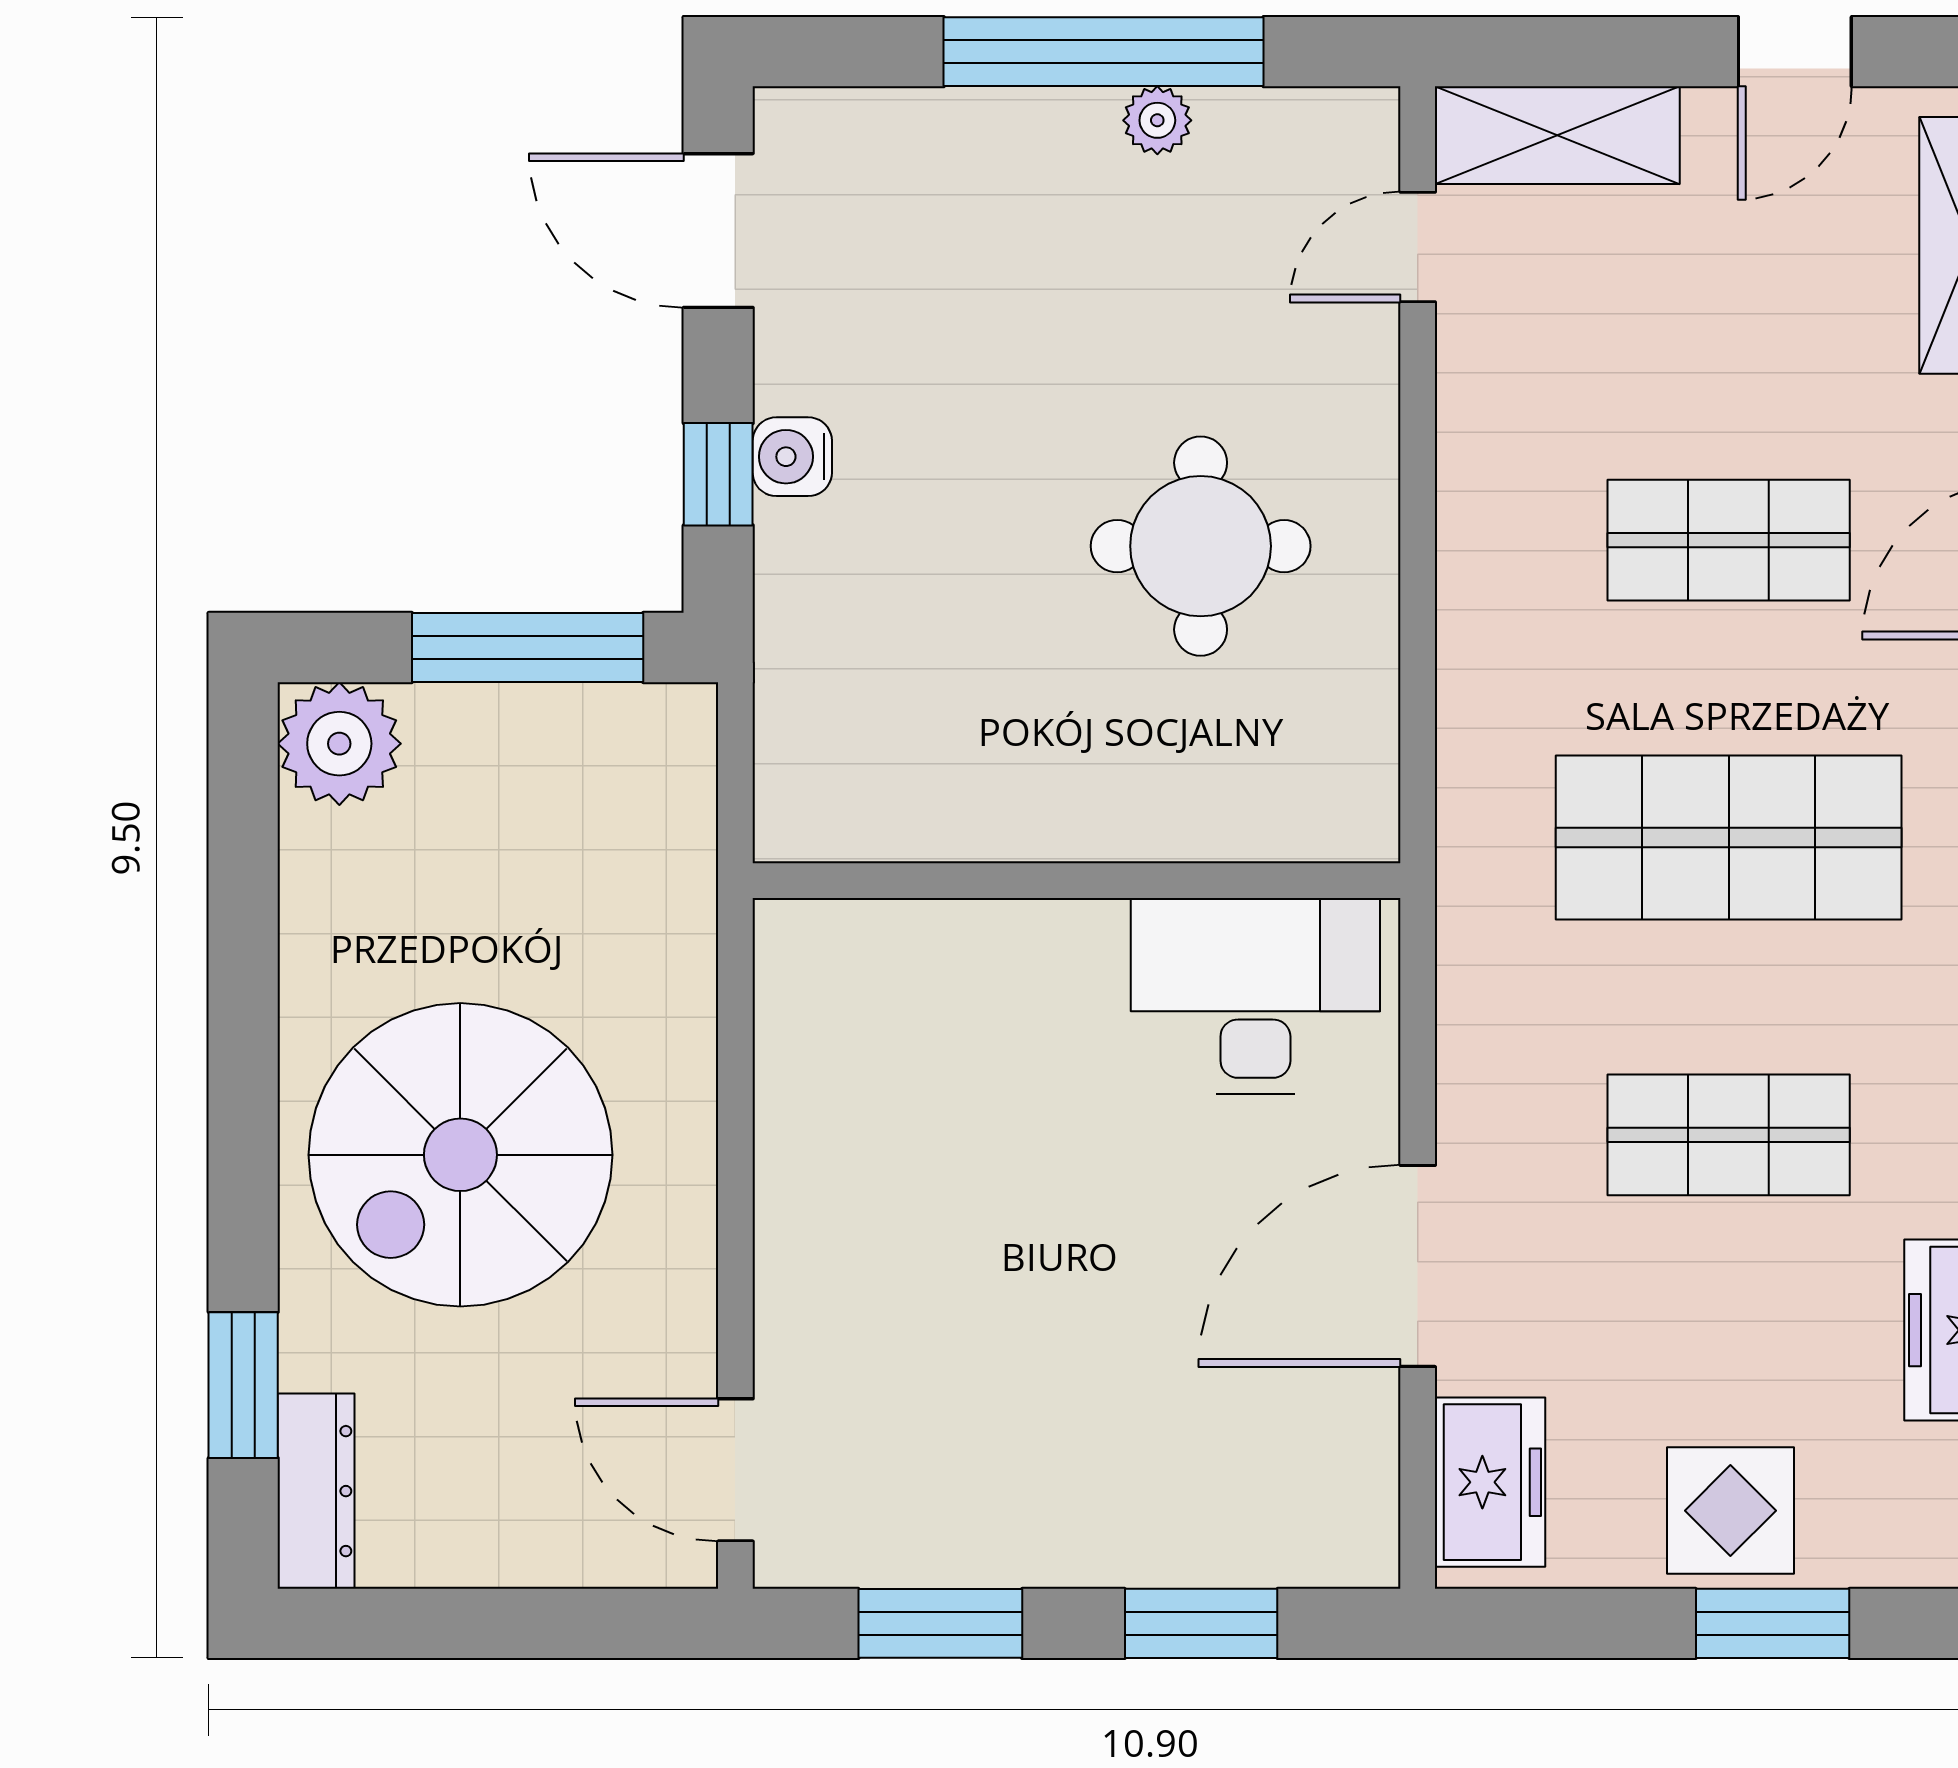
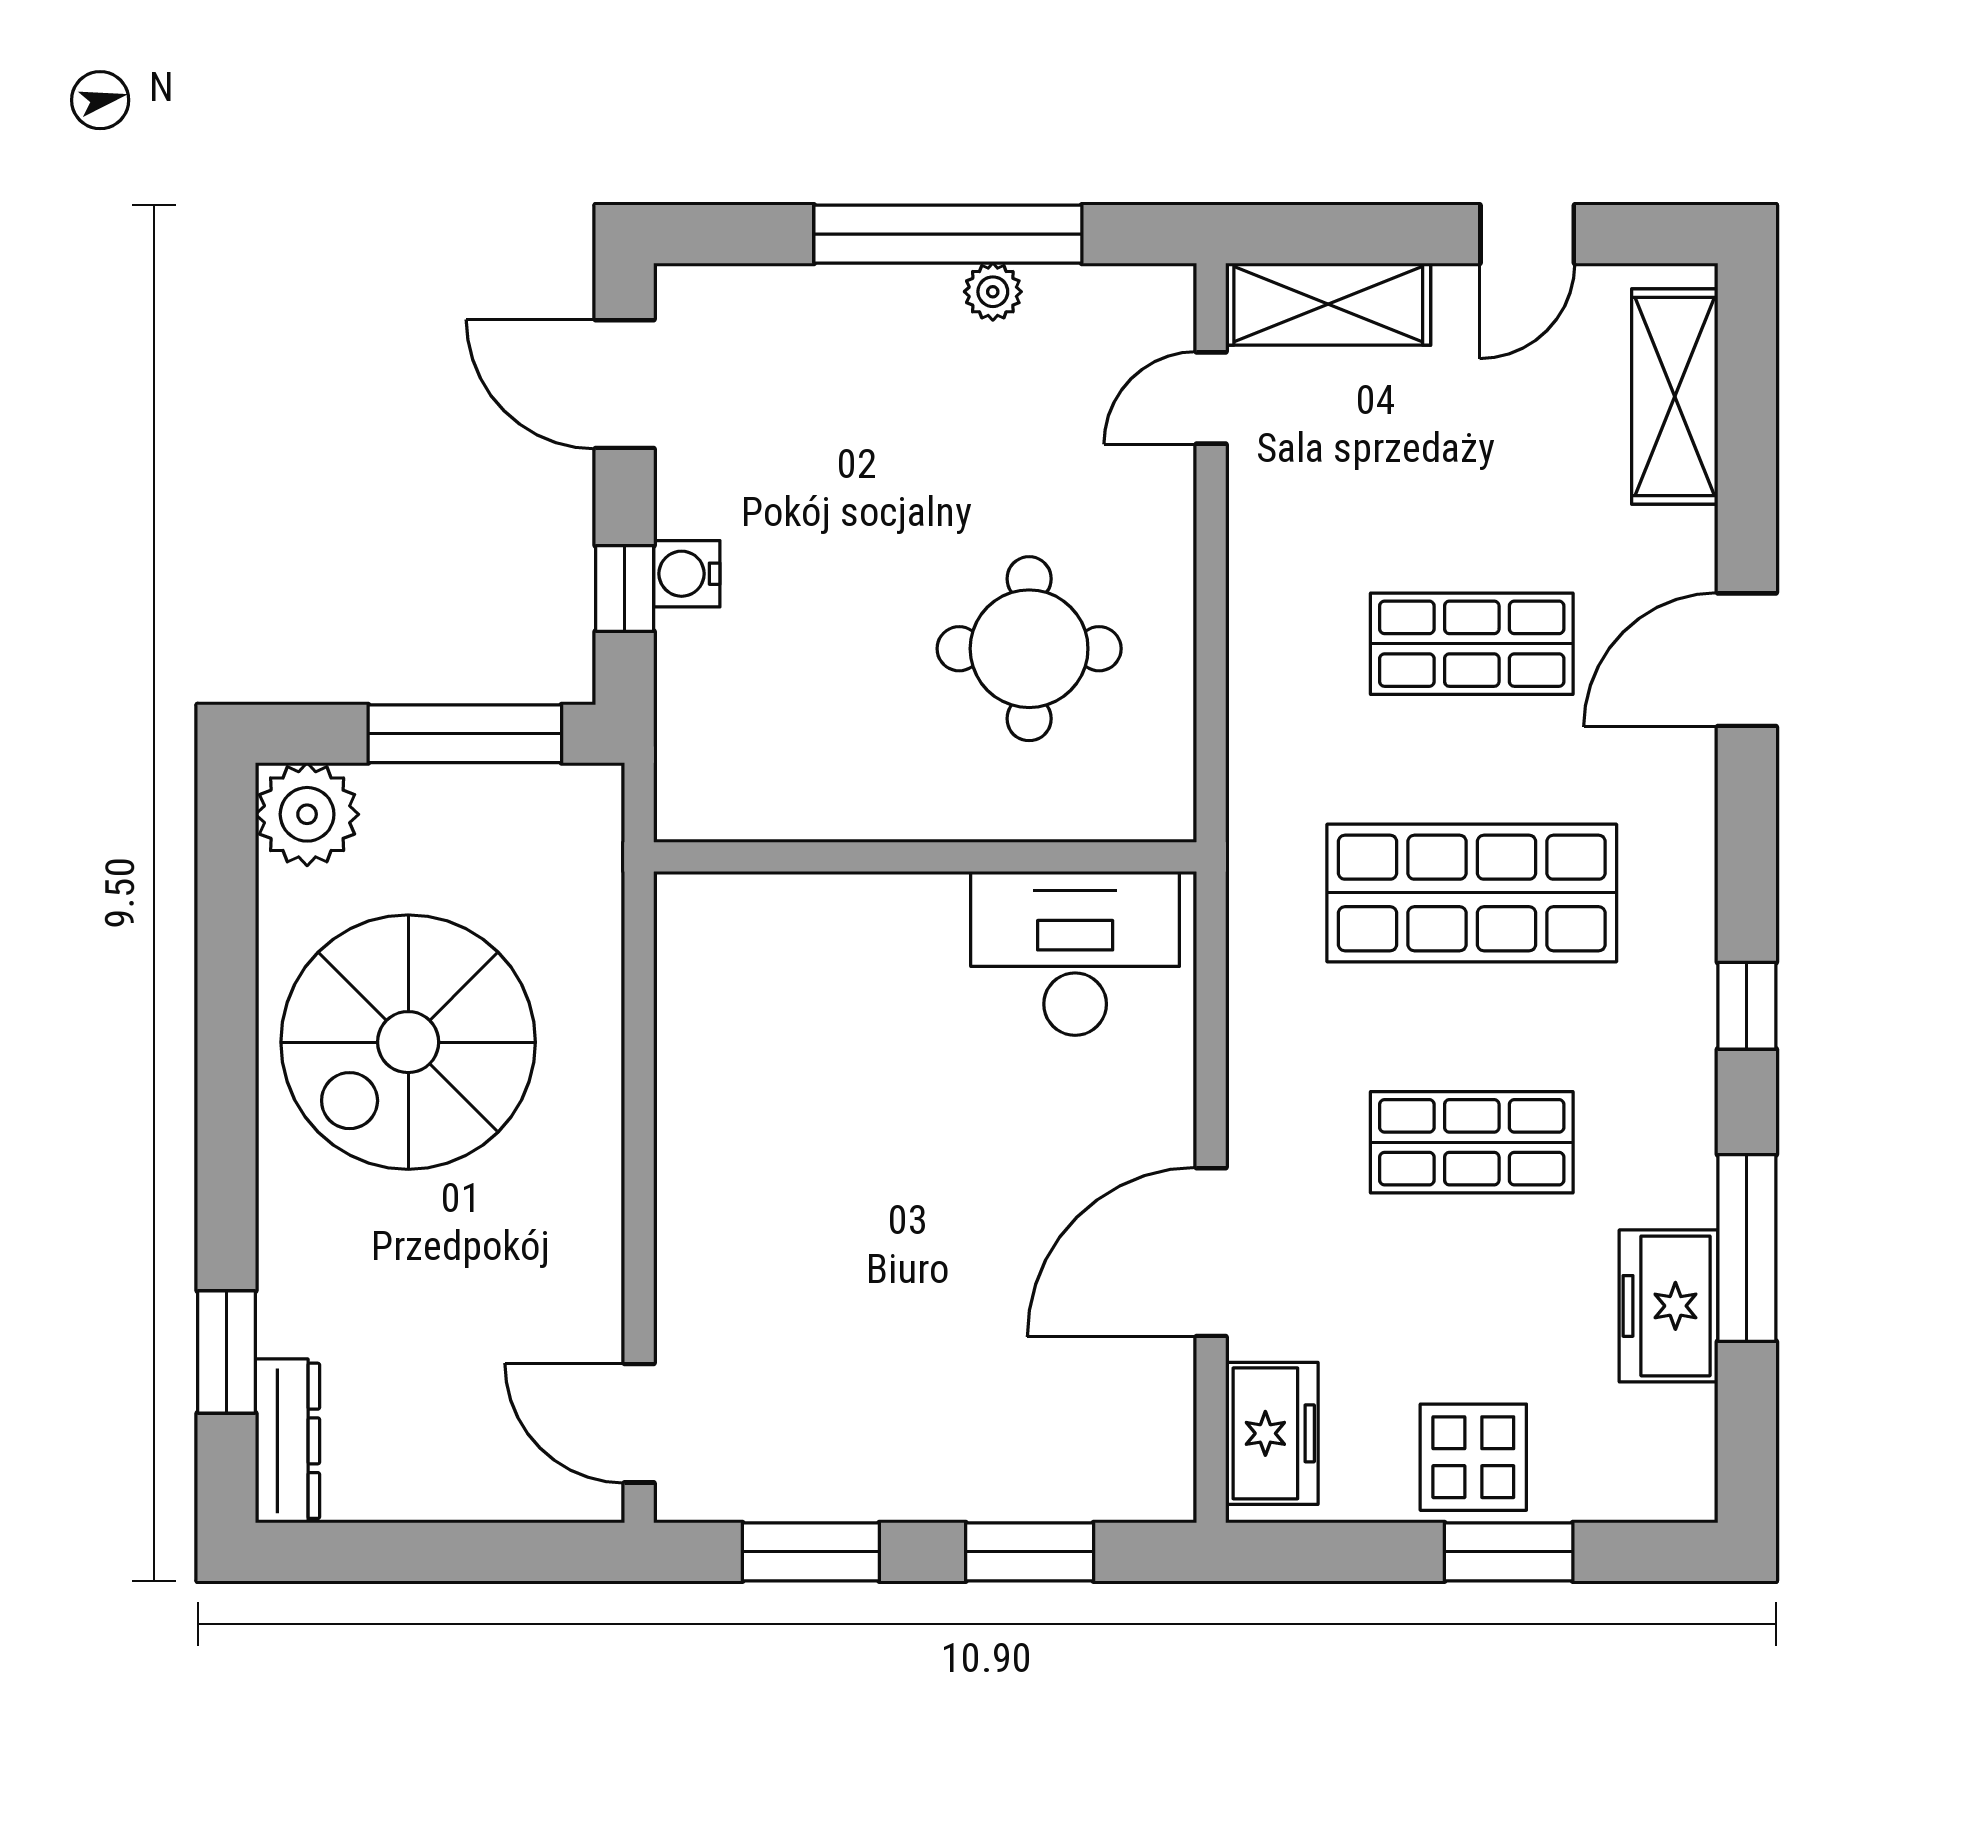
wall: (1077, 881) -> (925, 857), moved
desk: (1255, 996) -> (1075, 953), moved
spiral stairs: (460, 1155) -> (408, 1042), moved

